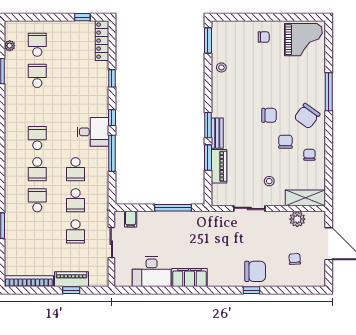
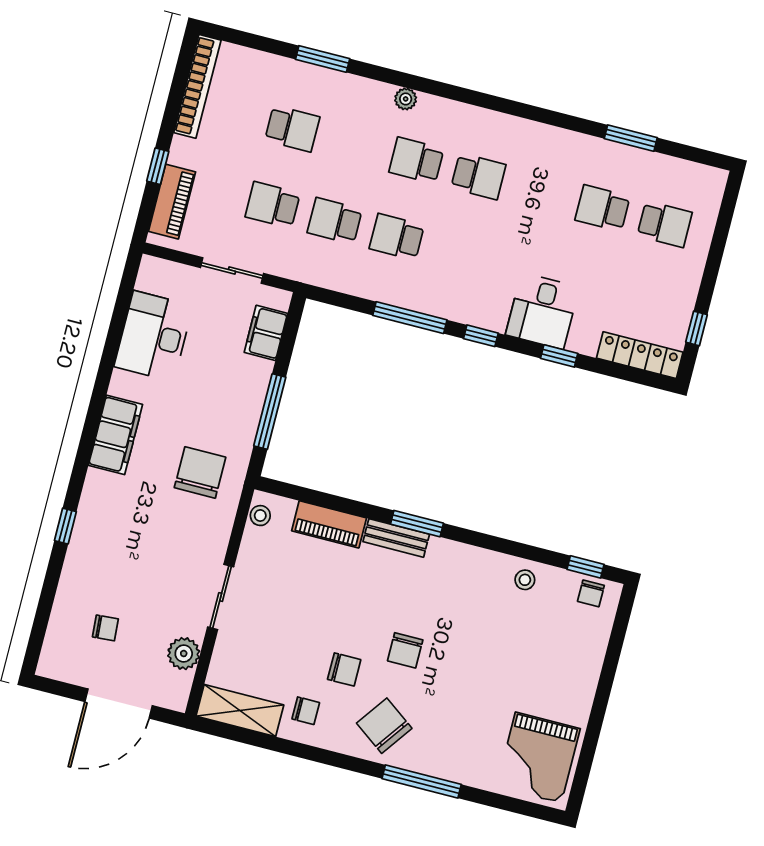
chair: (264, 37) -> (591, 593), moved
window: (208, 41) -> (586, 567), width x0.67
plant: (10, 46) -> (406, 99), moved
school desk: (37, 76) -> (603, 208), turned 180
desk: (93, 132) -> (542, 311), moved
window: (208, 158) -> (352, 507), removed
stool: (269, 181) -> (260, 516), moved
shelving: (305, 198) -> (240, 710), moved, turned 90
school desk: (37, 200) -> (292, 129), moved
sliding door: (249, 208) -> (221, 597), moved
filing cabinet: (131, 219) -> (266, 333), width x2.00
chair: (255, 271) -> (200, 472), moved, turned 180
filing cabinet: (189, 278) -> (115, 435), moved
piano: (71, 279) -> (172, 202), moved

